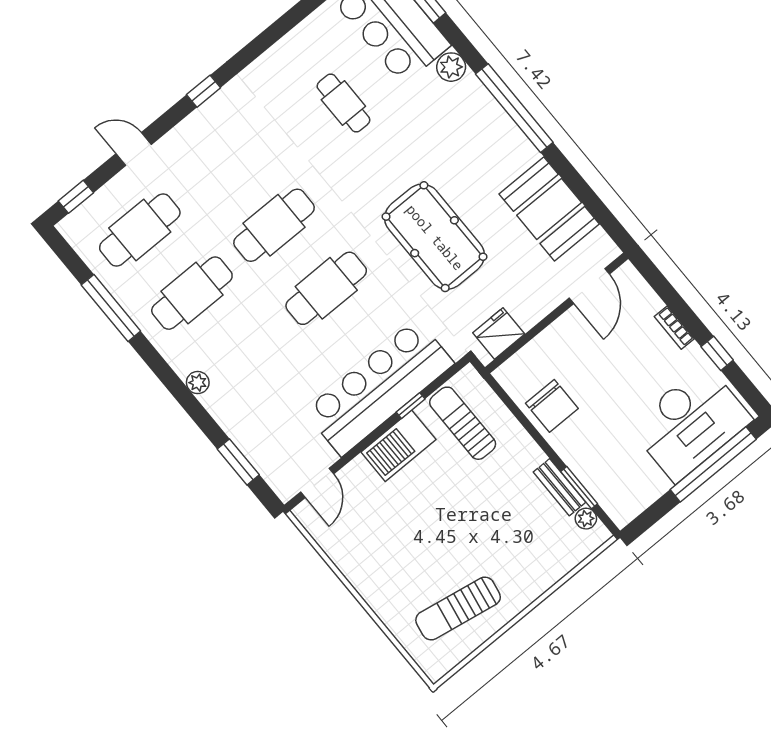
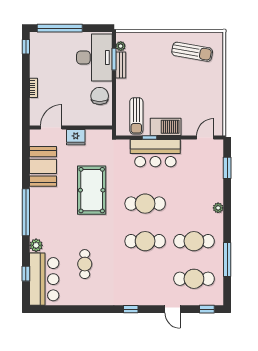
fridge: (499, 333) -> (76, 137), moved
window: (717, 353) -> (26, 47), moved
bar counter: (379, 387) -> (155, 153), width x0.73
desk: (690, 423) -> (94, 57), moved, turned 90

